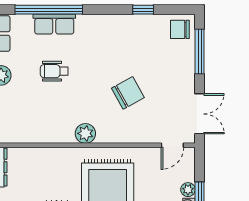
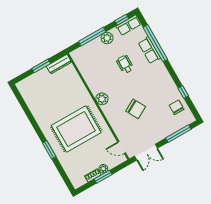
chair: (180, 29) -> (177, 107), moved

